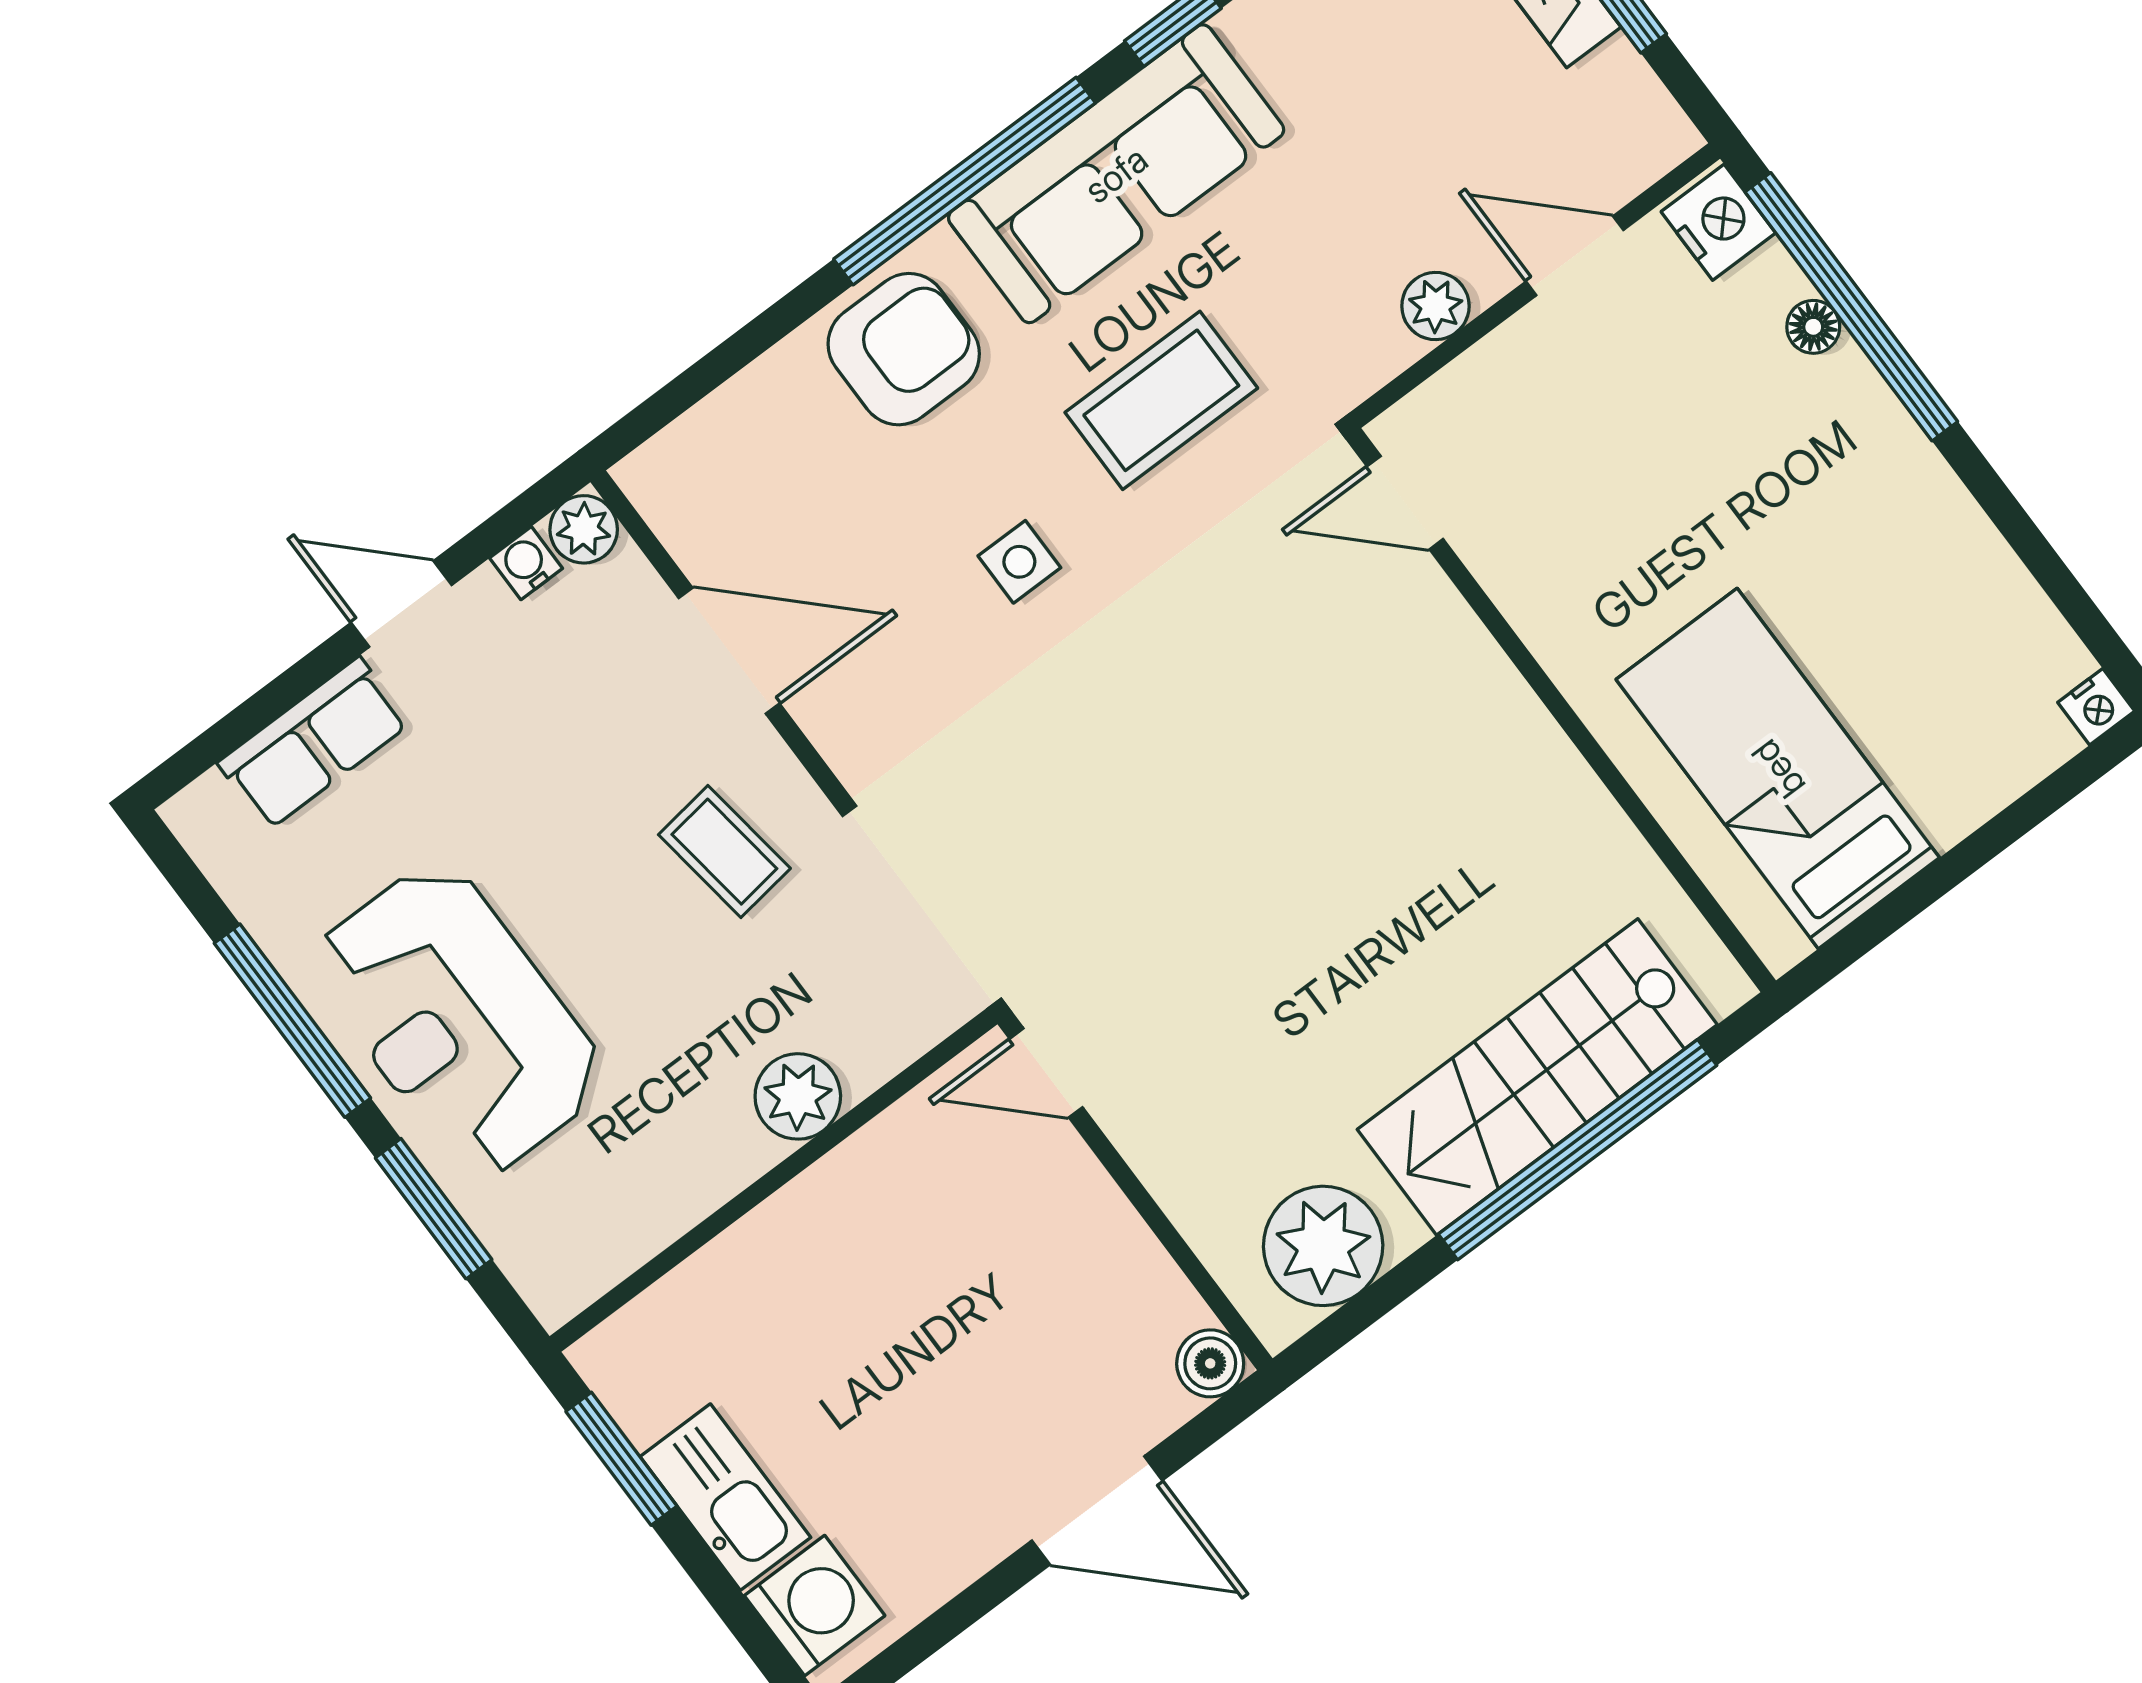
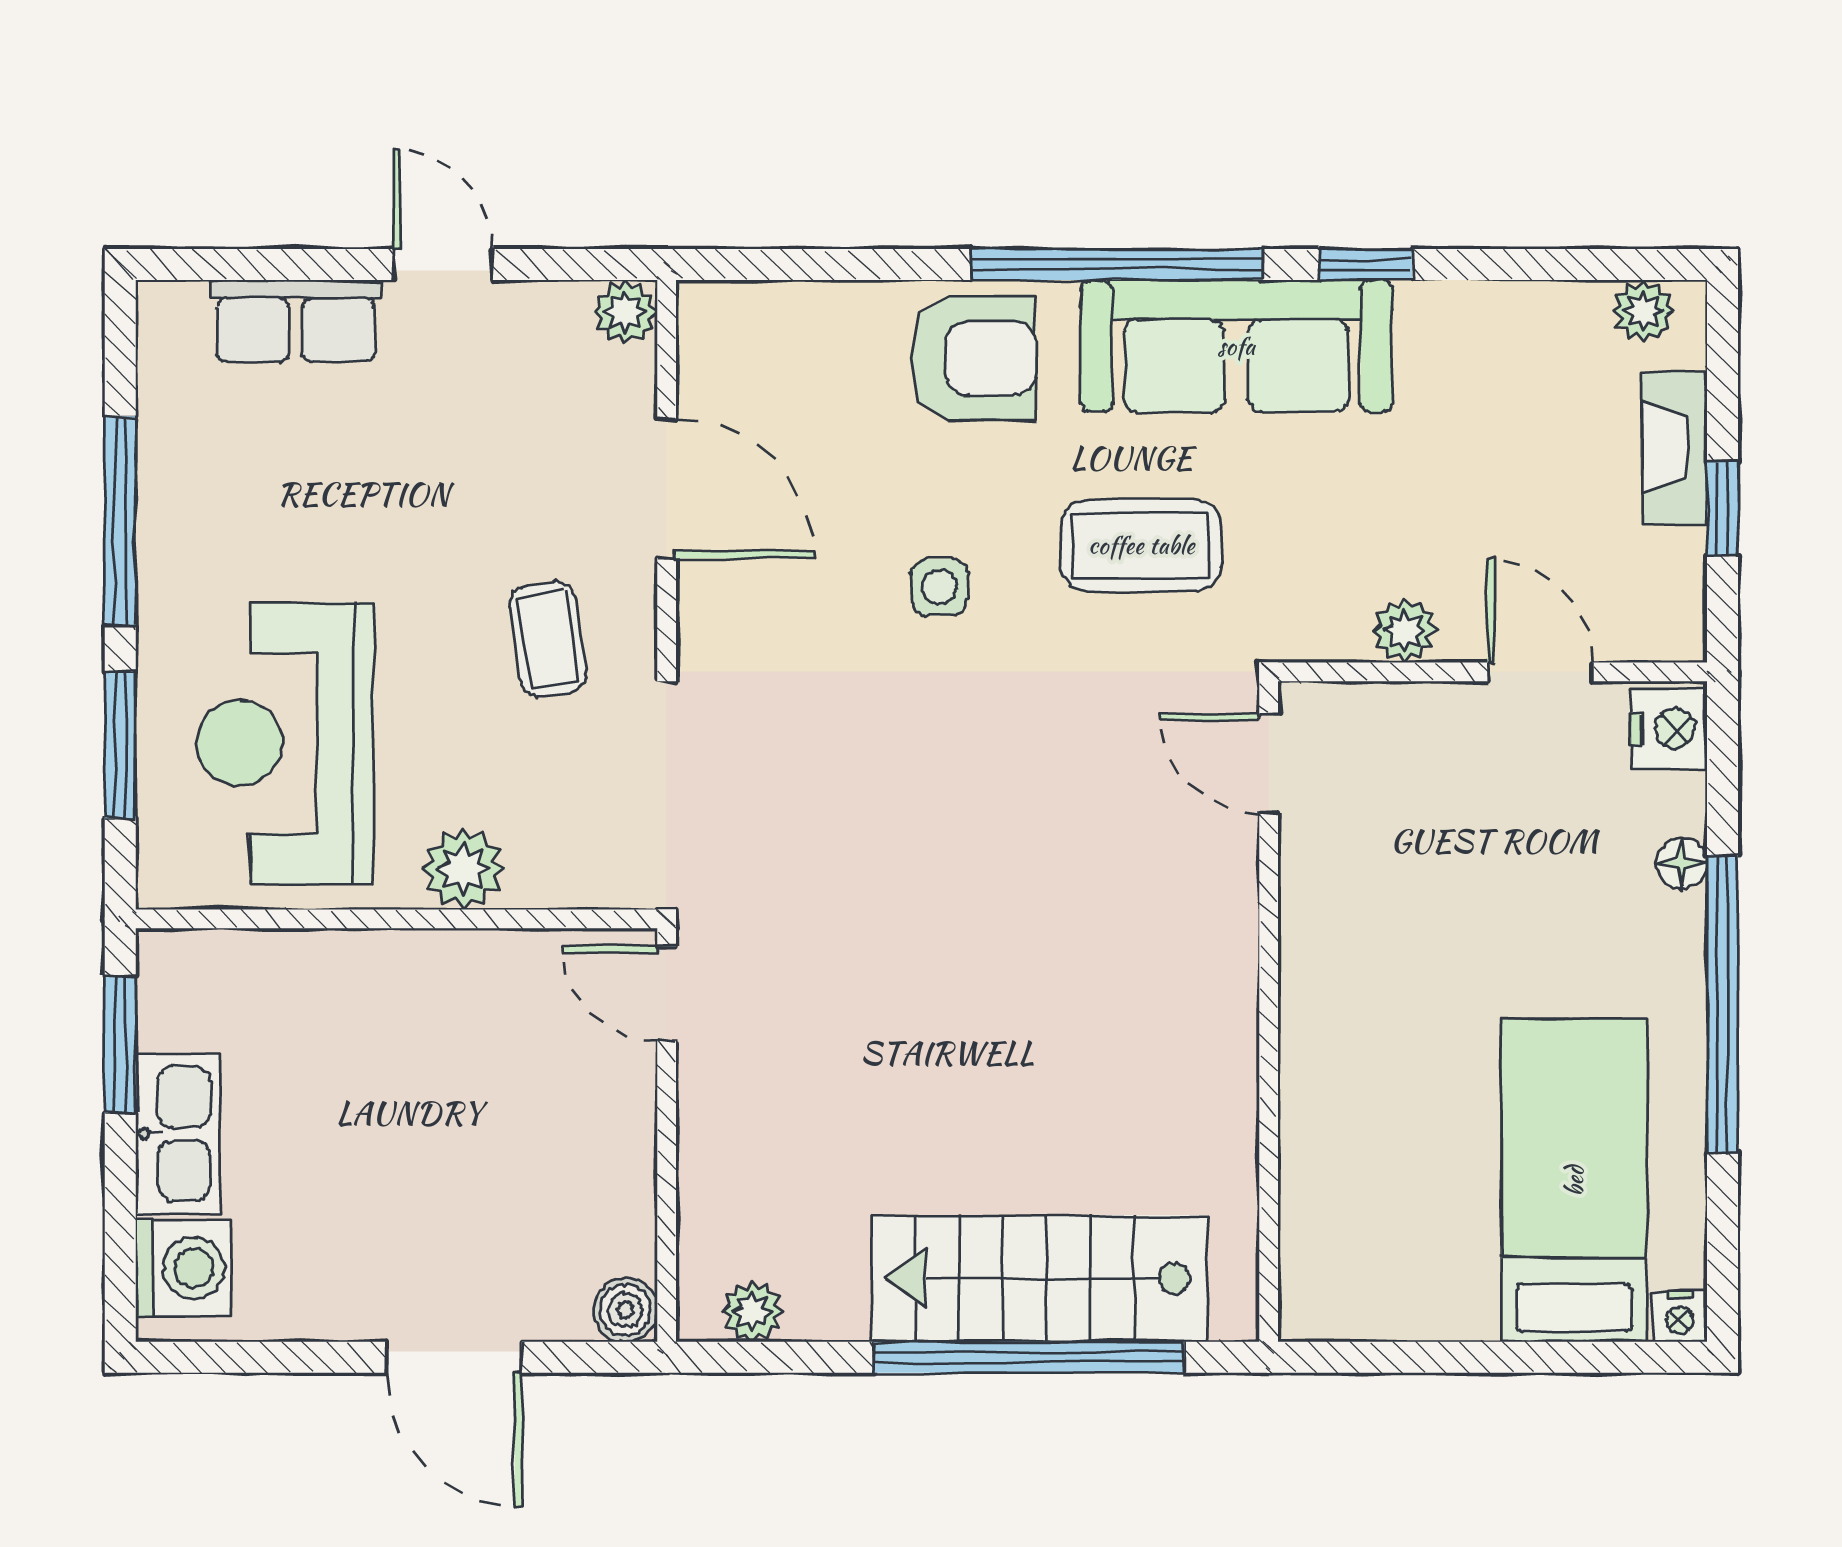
window: (1851, 307) -> (1722, 1004), moved
water cooler: (526, 563) -> (562, 305), removed
bed: (1778, 769) -> (1574, 1181), moved
reception desk: (458, 1020) -> (285, 743), moved
plant: (1323, 1246) -> (753, 1311), width x0.53, depth x0.53

